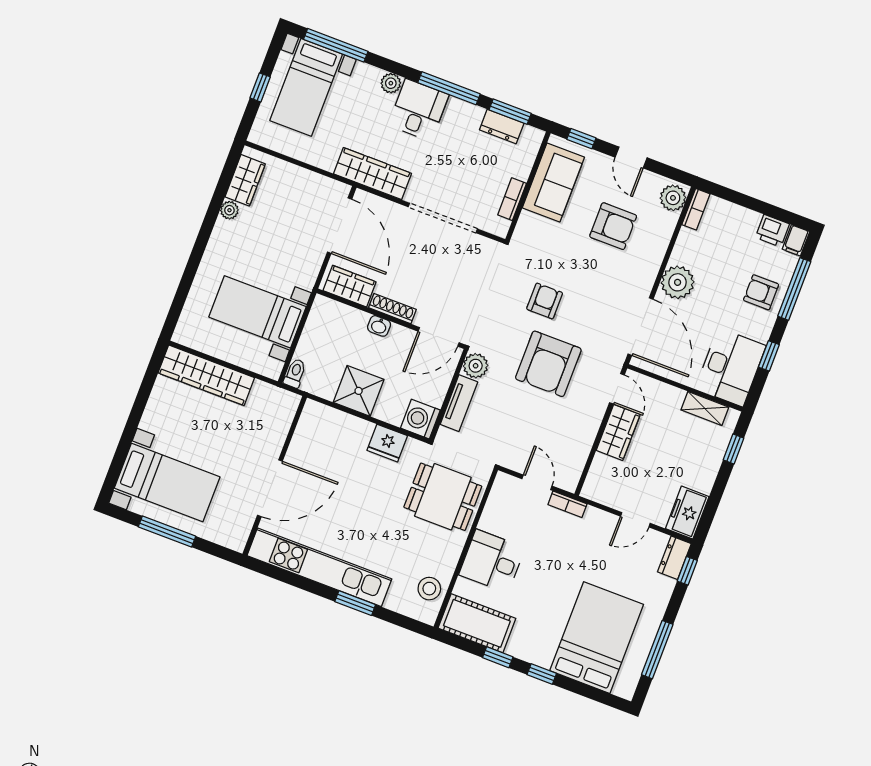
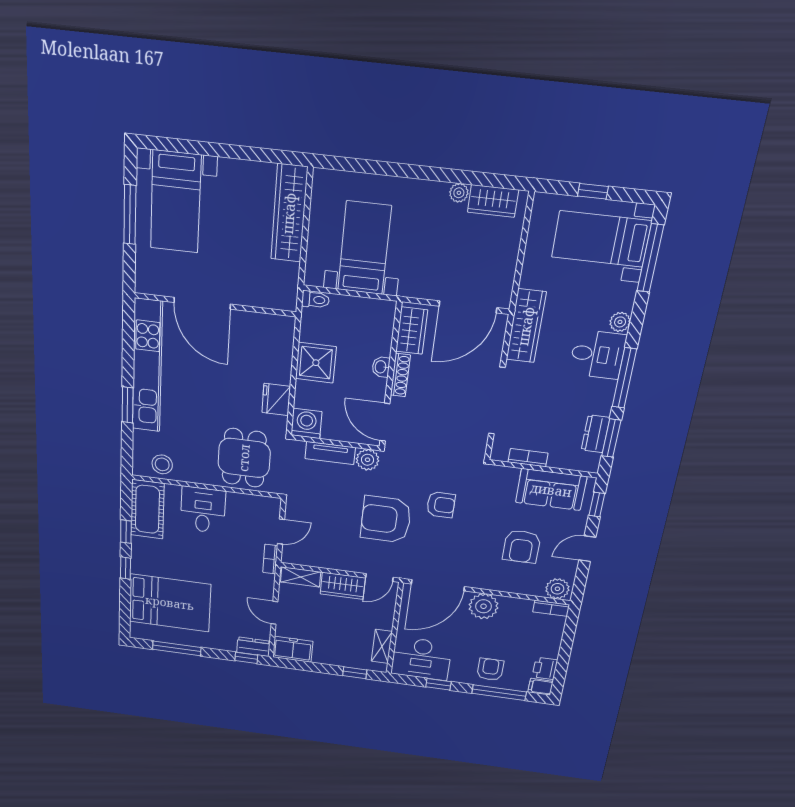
shelving: (597, 477) -> (301, 577), added

